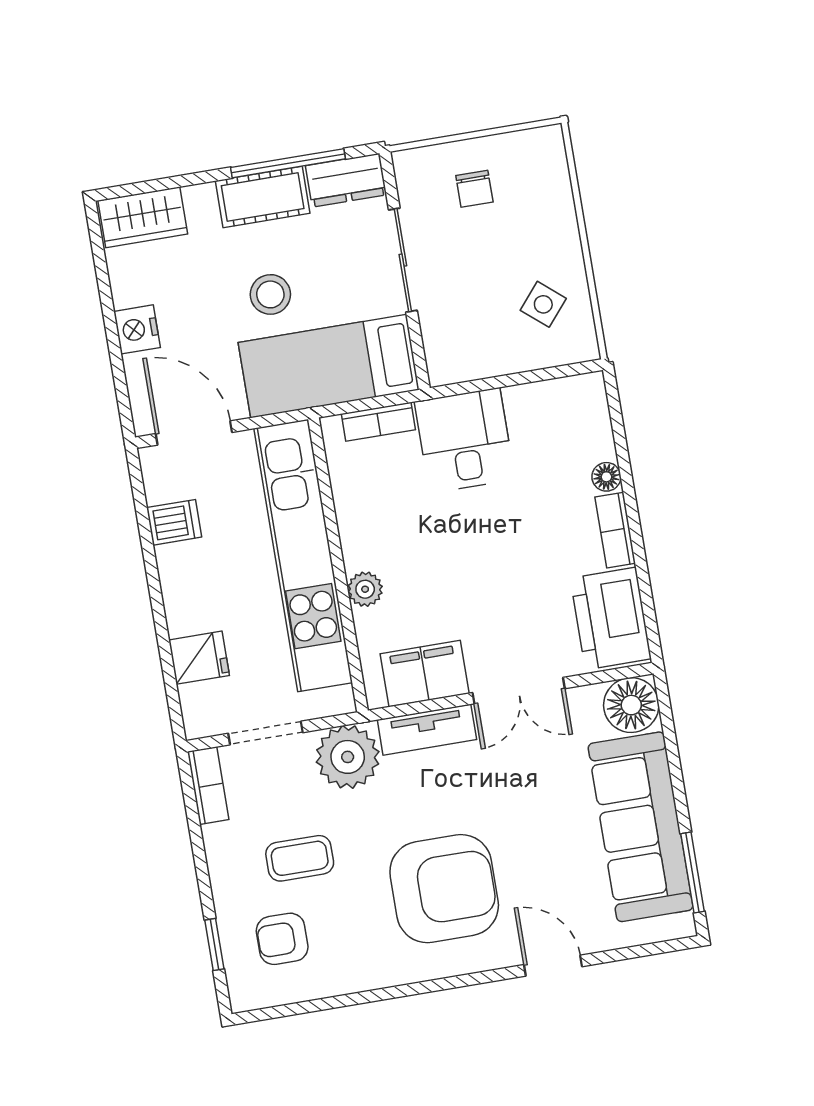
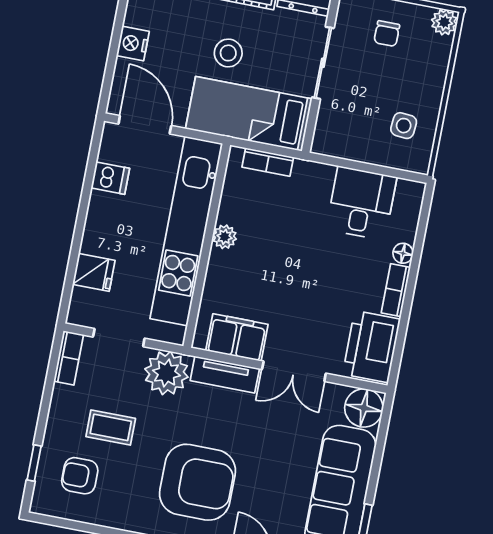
plant: (546, 144) -> (444, 22), added
side table: (543, 304) -> (404, 126), turned -35
desk: (465, 440) -> (361, 203), moved
plant: (365, 589) -> (225, 237), moved

